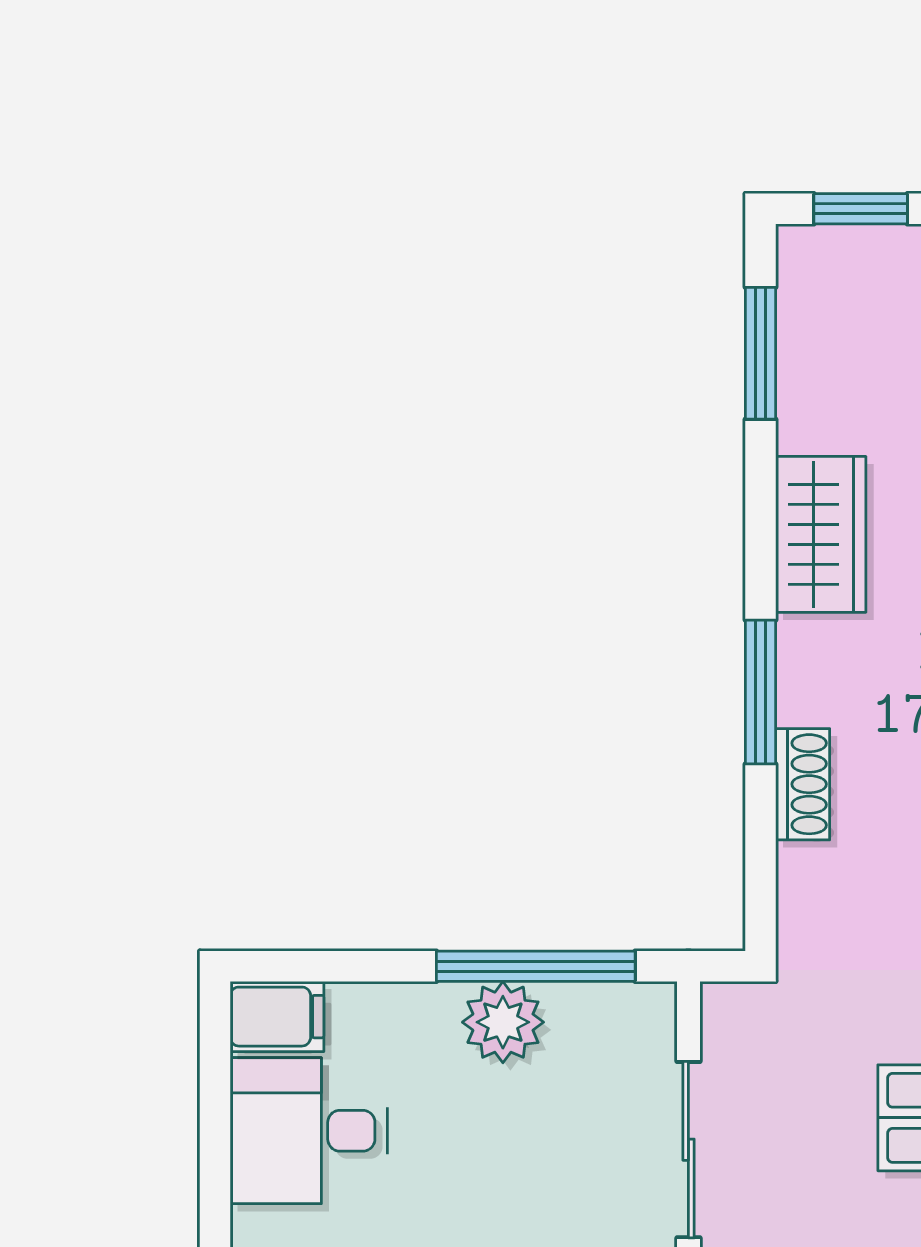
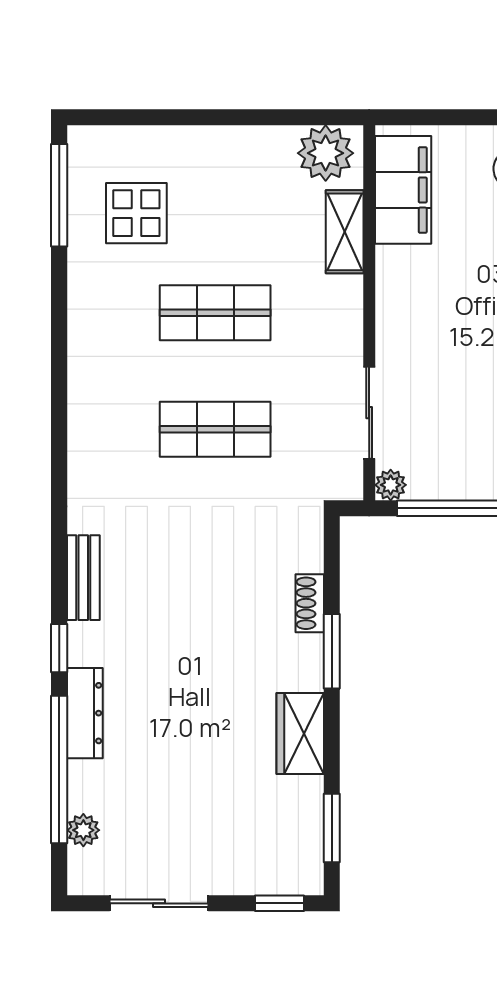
plant: (503, 1022) -> (391, 485), moved, width x0.73, depth x0.73

